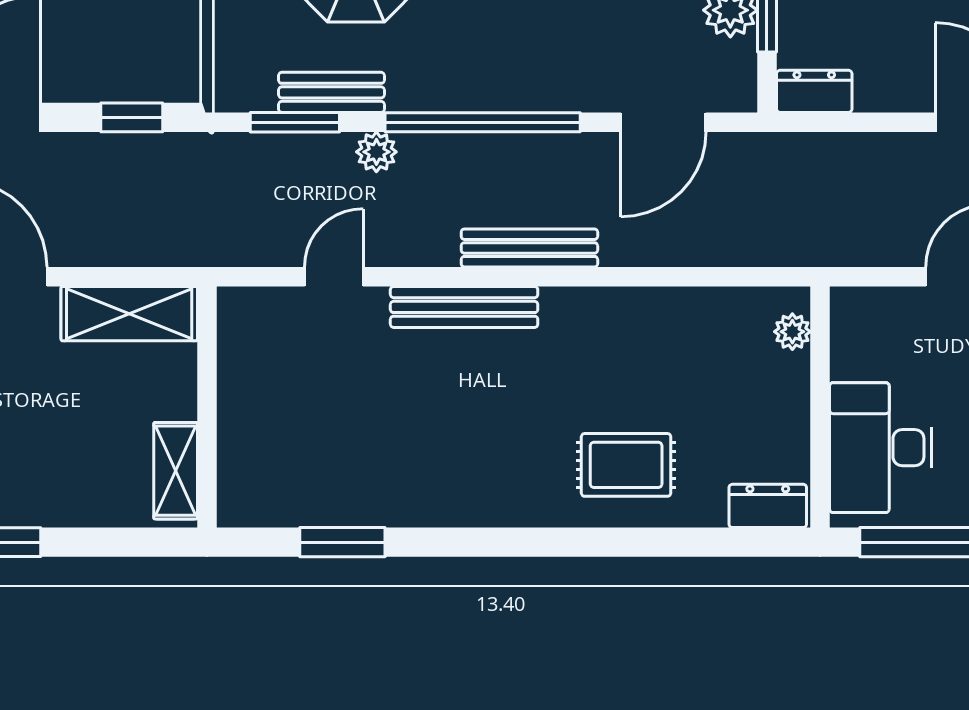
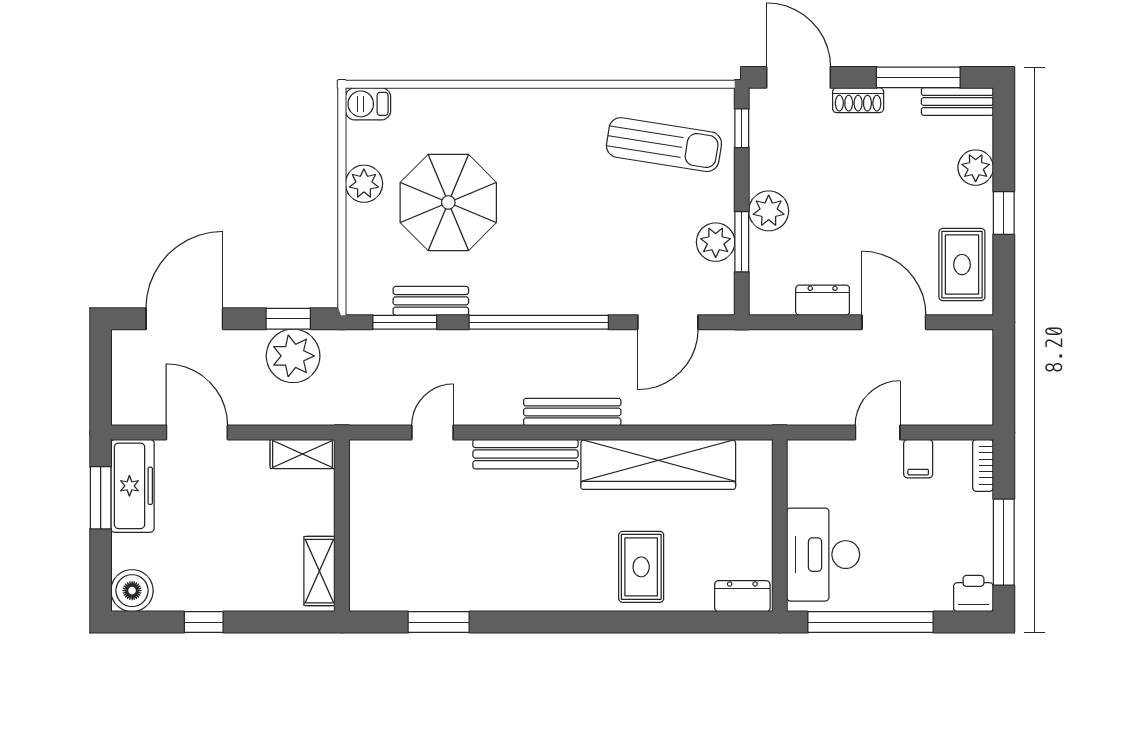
dresser: (814, 91) -> (823, 300), moved
plant: (376, 152) -> (293, 356), moved, width x1.87, depth x1.87
shelving: (129, 314) -> (303, 454), width x0.67, depth x0.75
wardrobe: (650, 321) -> (658, 464), added
plant: (792, 332) -> (760, 472), removed
rug: (626, 465) -> (641, 567), turned 90

